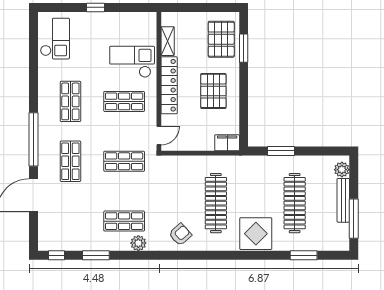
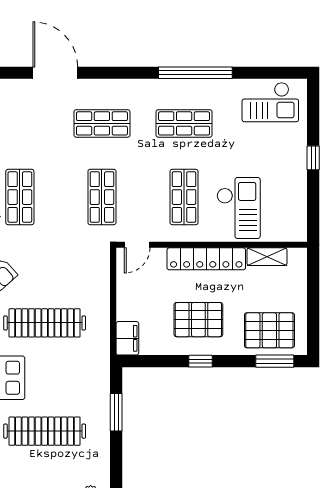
window: (244, 48) -> (275, 361), moved
window: (244, 89) -> (200, 361), added
door: (159, 136) -> (137, 245), hinge flipped
window: (34, 139) -> (195, 73), moved

